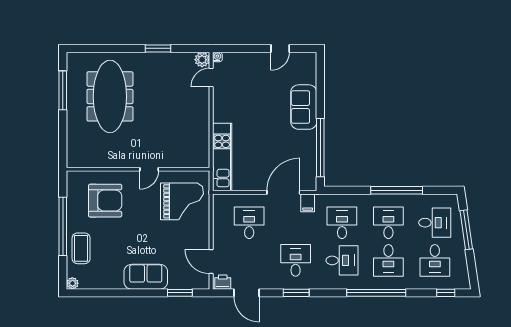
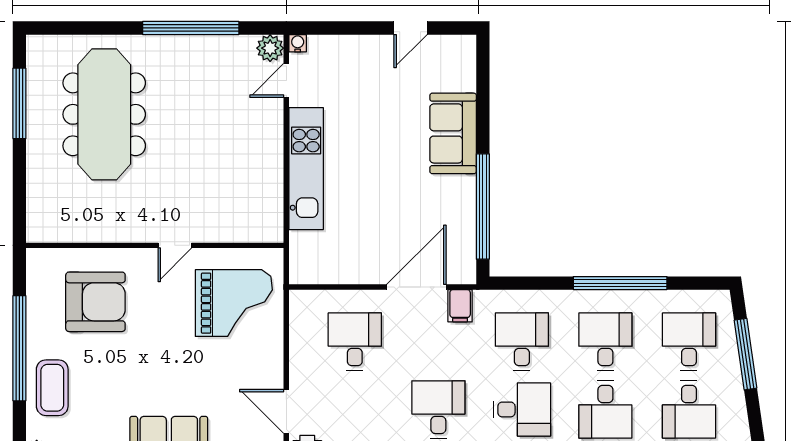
window: (158, 48) -> (191, 28), width x2.11
kitchen unit: (222, 157) -> (306, 169), moved
desk: (435, 223) -> (689, 342), turned -90

